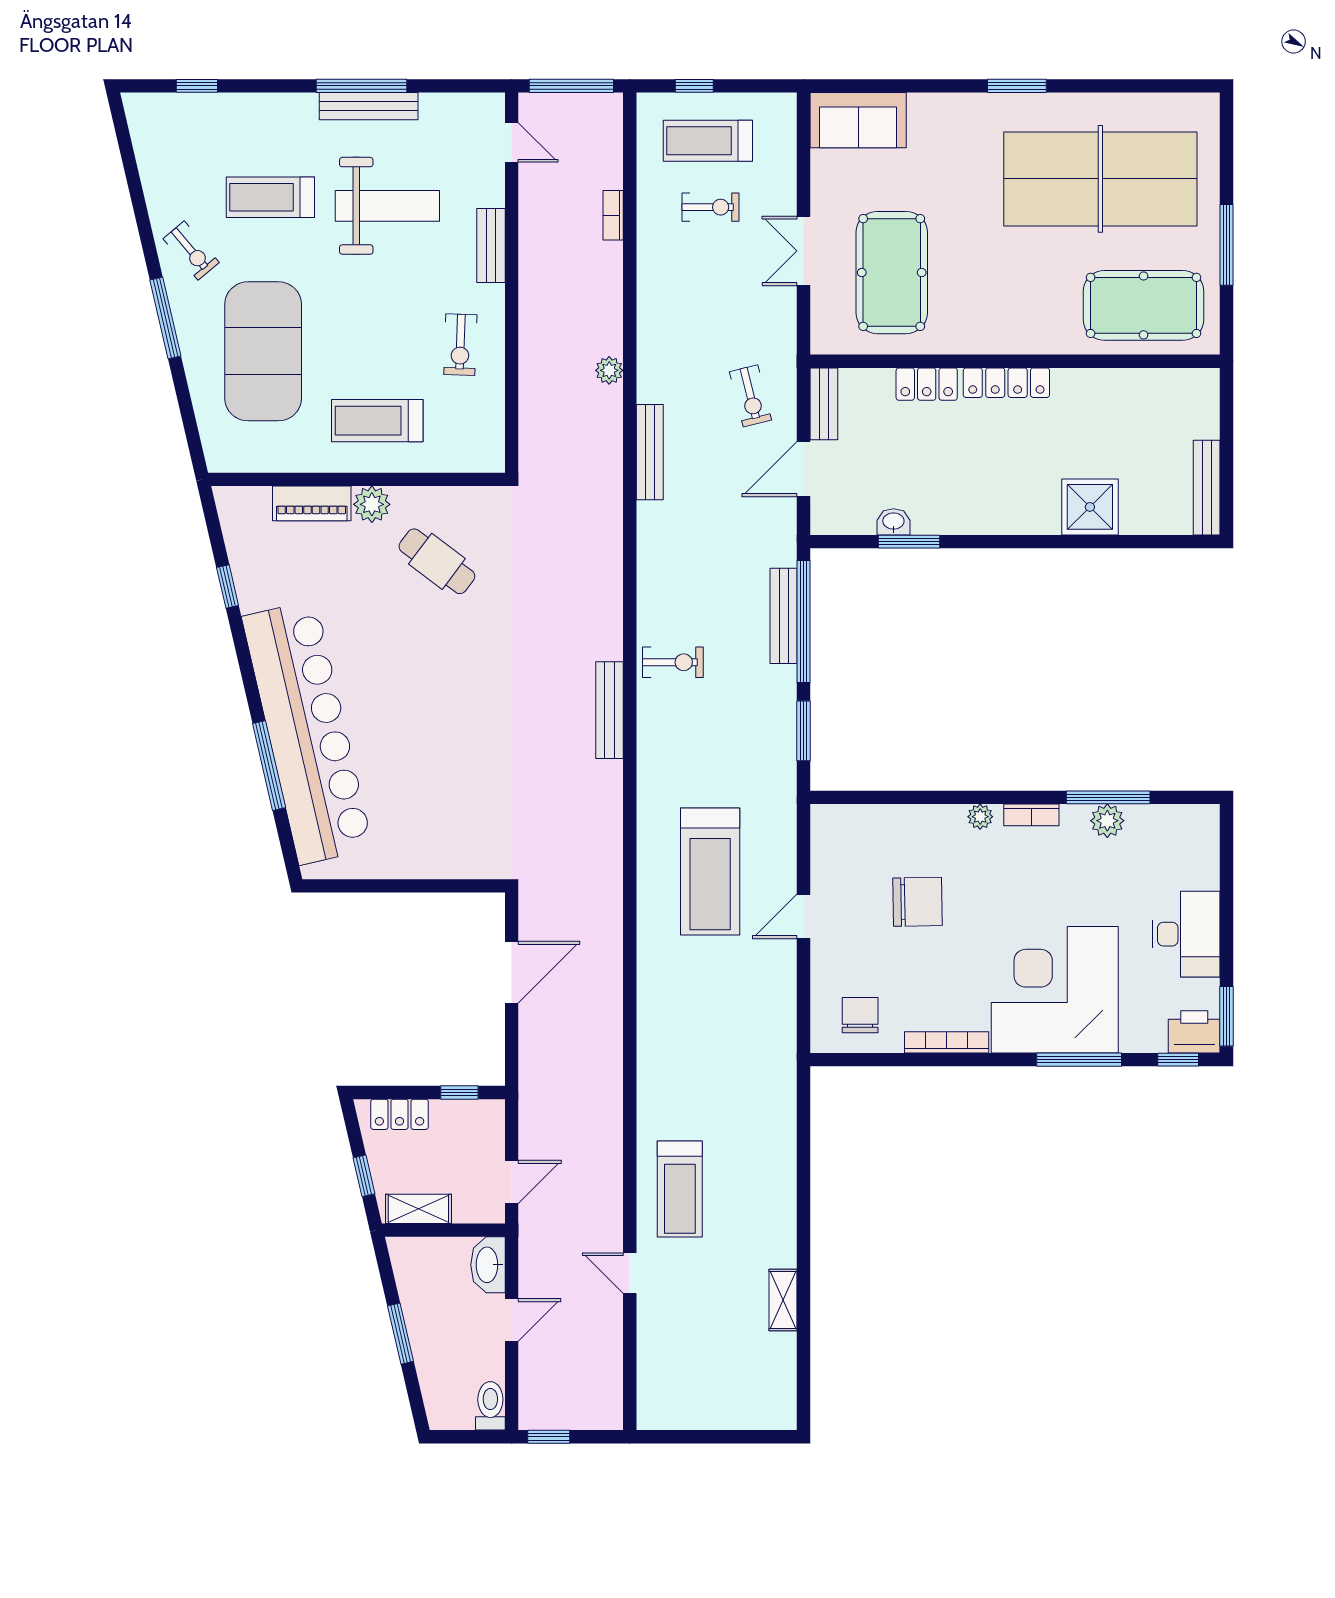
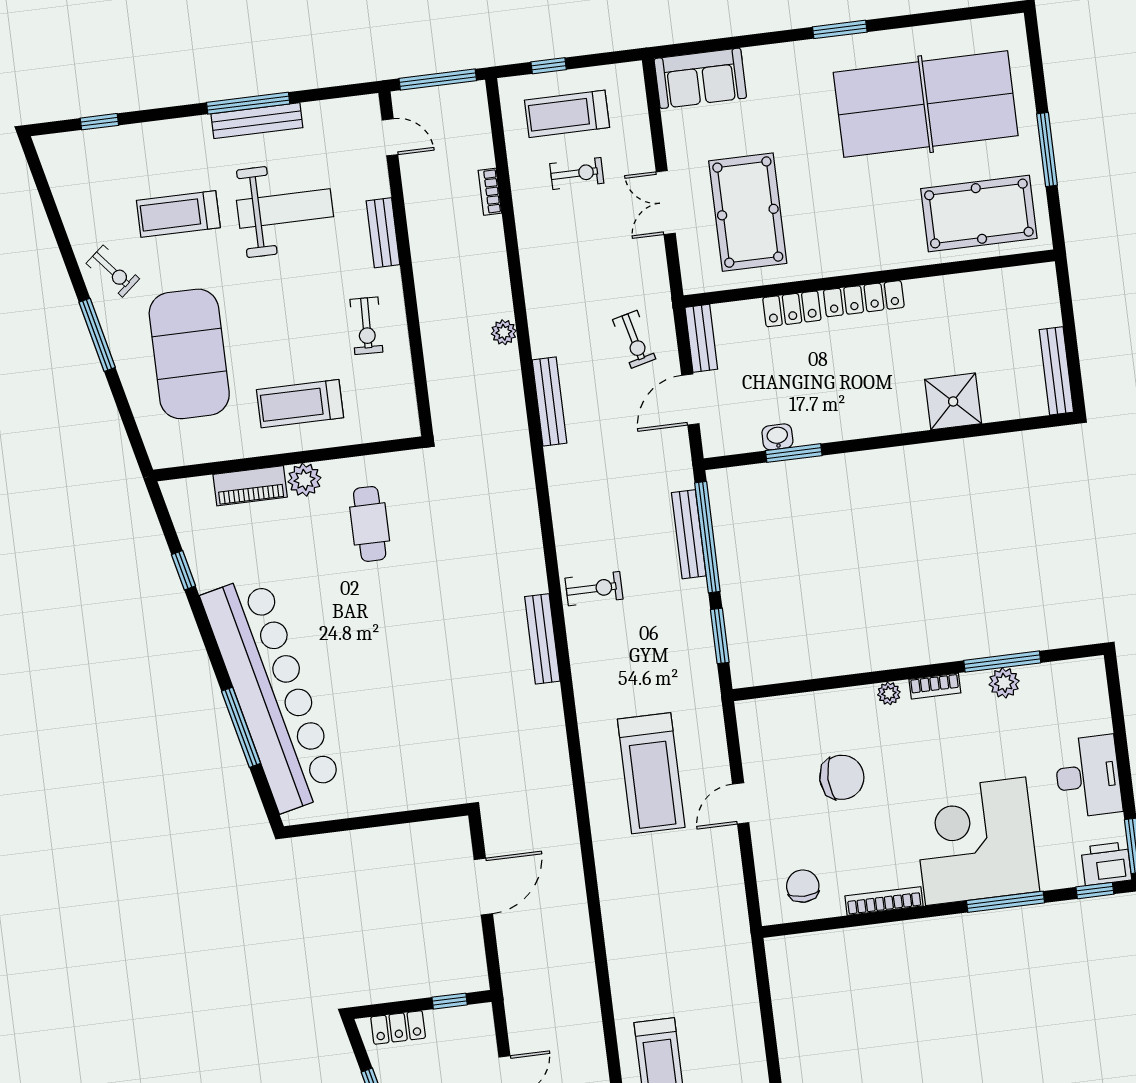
cafe table: (437, 561) -> (370, 524), turned 53

